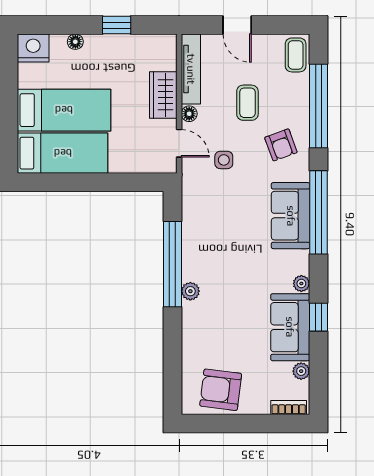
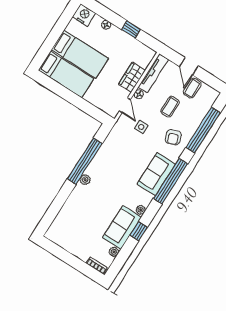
coffee table: (296, 55) -> (192, 88), moved
armchair: (221, 390) -> (70, 236), removed

